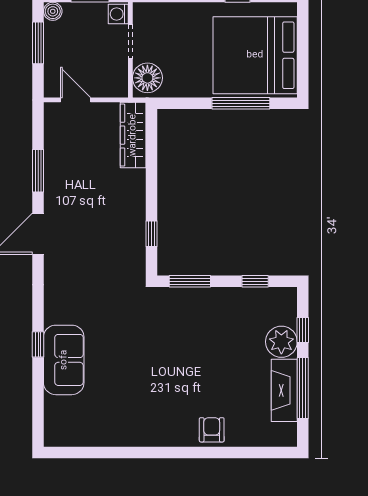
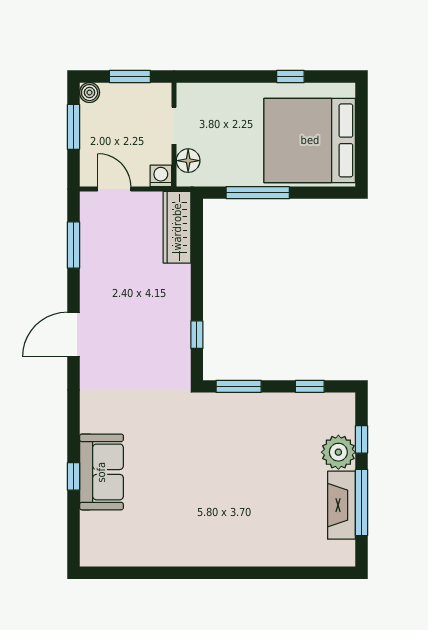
washing machine: (118, 14) -> (161, 176), moved, turned 90
floor lamp: (147, 78) -> (188, 161), width x0.73, depth x0.73
window: (241, 103) -> (258, 193), moved
window: (38, 171) -> (73, 245), moved
window: (38, 344) -> (73, 476), moved
armchair: (212, 430) -> (262, 548), removed

